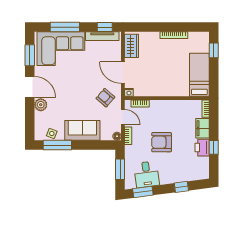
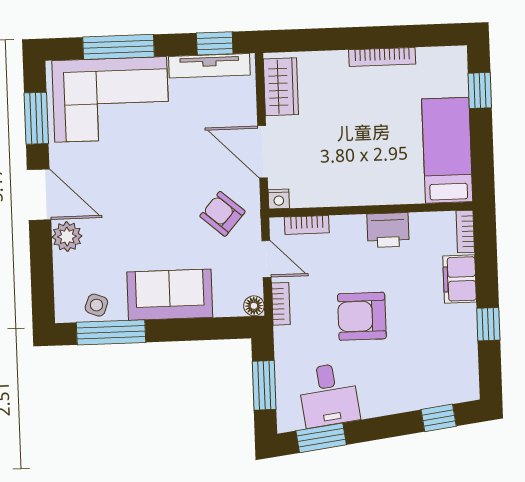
printer: (202, 148) -> (388, 230), moved, turned -90
window: (181, 187) -> (439, 418), moved

